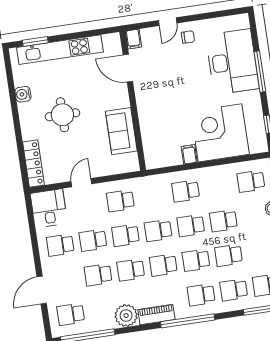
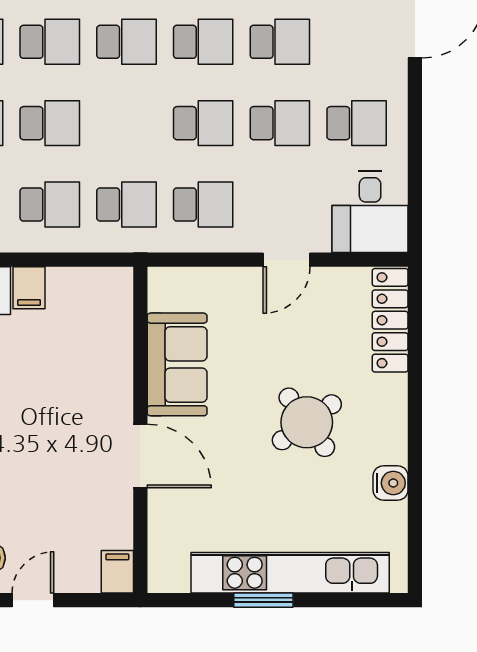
window: (35, 41) -> (263, 600), moved
door: (128, 68) -> (140, 456), moved
round table: (62, 115) -> (307, 422), turned -36
school desk: (158, 230) -> (126, 205), moved

